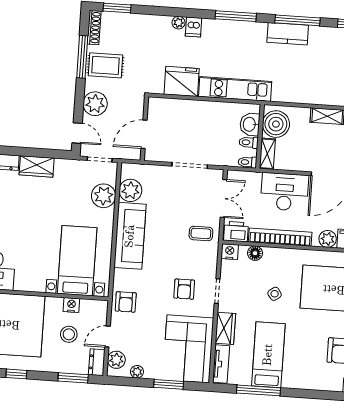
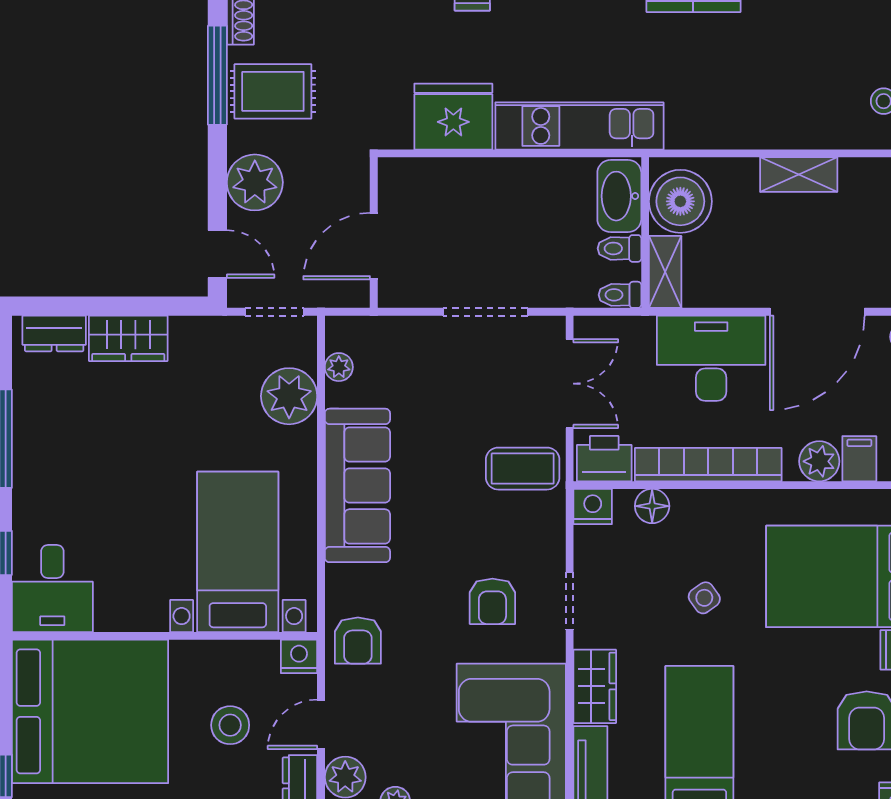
washbasin: (250, 124) -> (619, 196), width x1.38
plant: (130, 190) -> (339, 367), width x0.53, depth x0.53
coffee table: (201, 233) -> (523, 469), width x1.36, depth x1.30
nightstand: (71, 305) -> (299, 656), moved

